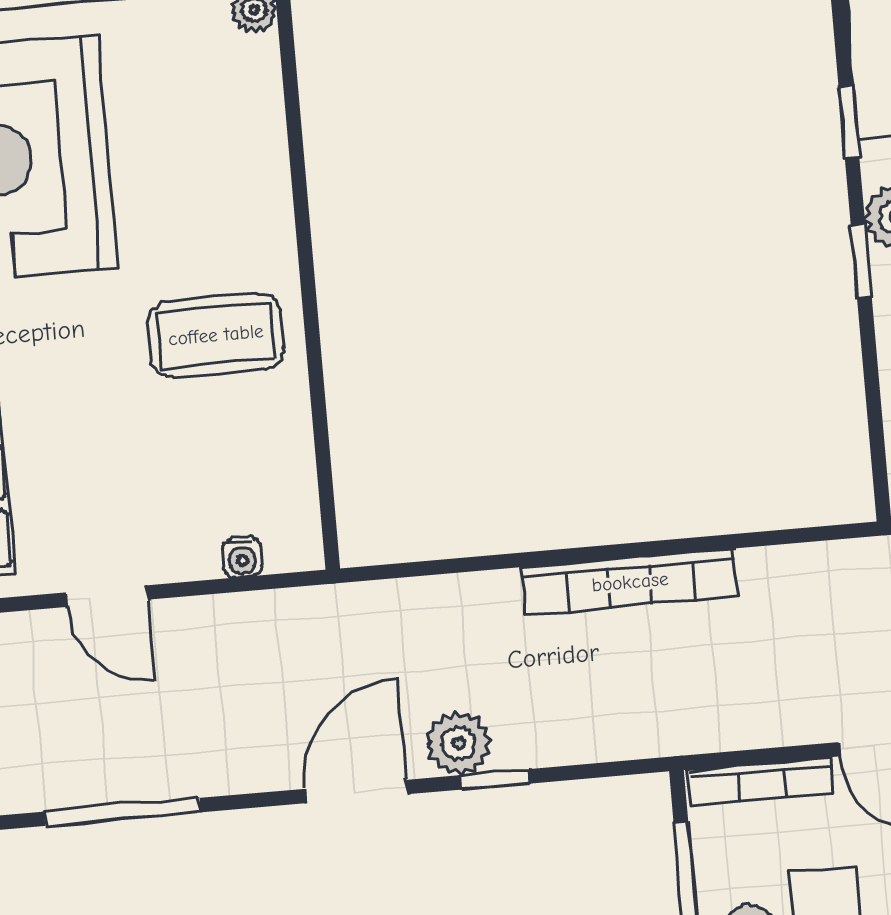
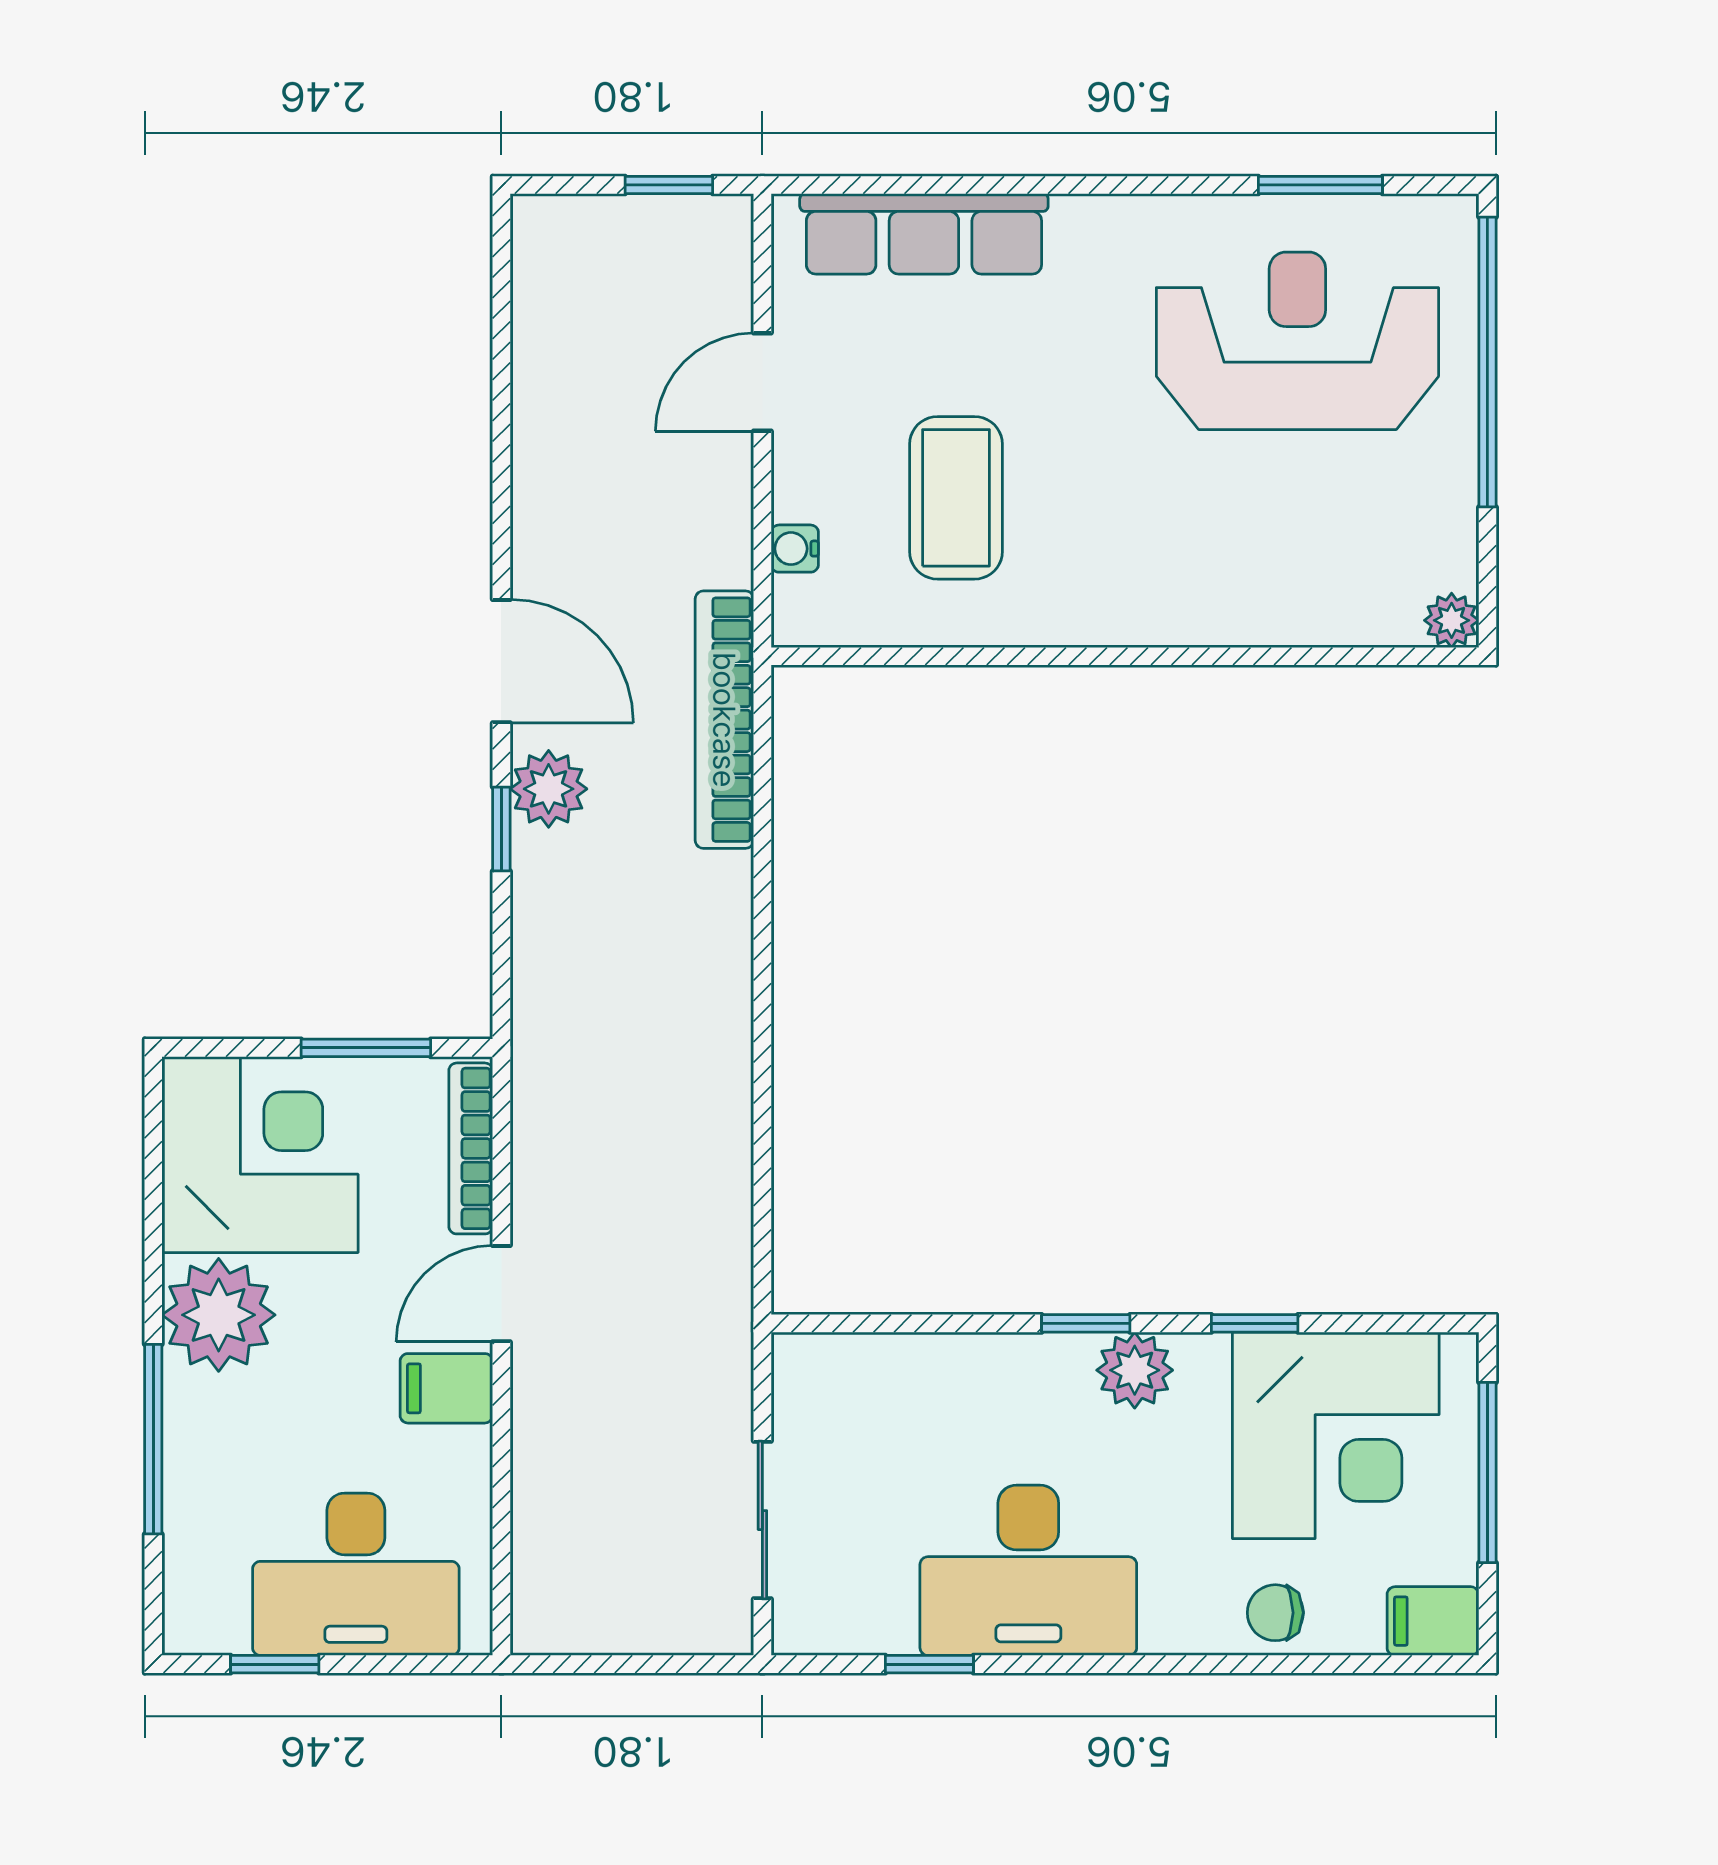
coffee table: (216, 335) -> (956, 498), moved
bookcase: (630, 582) -> (724, 720), moved
window: (122, 812) -> (501, 378), removed

